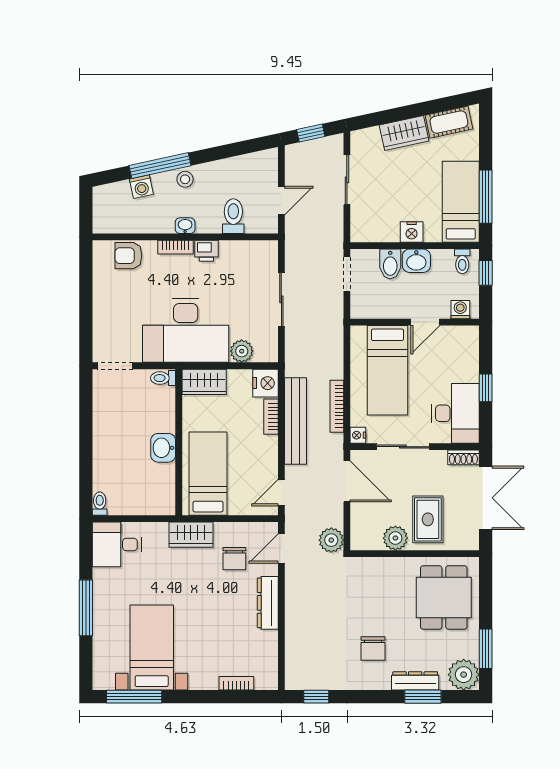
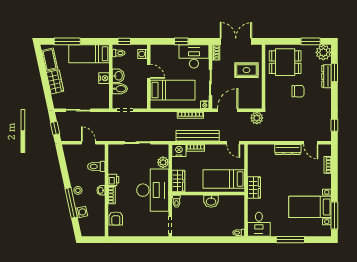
window: (486, 197) -> (67, 41), moved
plant: (395, 538) -> (256, 86), removed
door: (281, 549) -> (311, 143), moved
chair: (234, 559) -> (266, 166), removed
chair: (373, 648) -> (298, 91), moved

